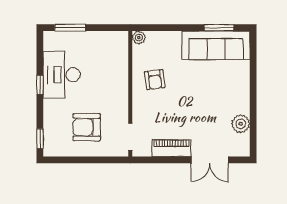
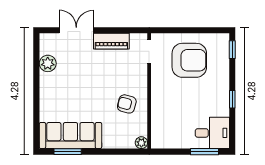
desk: (62, 75) -> (212, 133), moved, width x0.73
armchair: (155, 80) -> (127, 104), turned -68
armchair: (87, 127) -> (189, 60), width x1.36, depth x1.36

